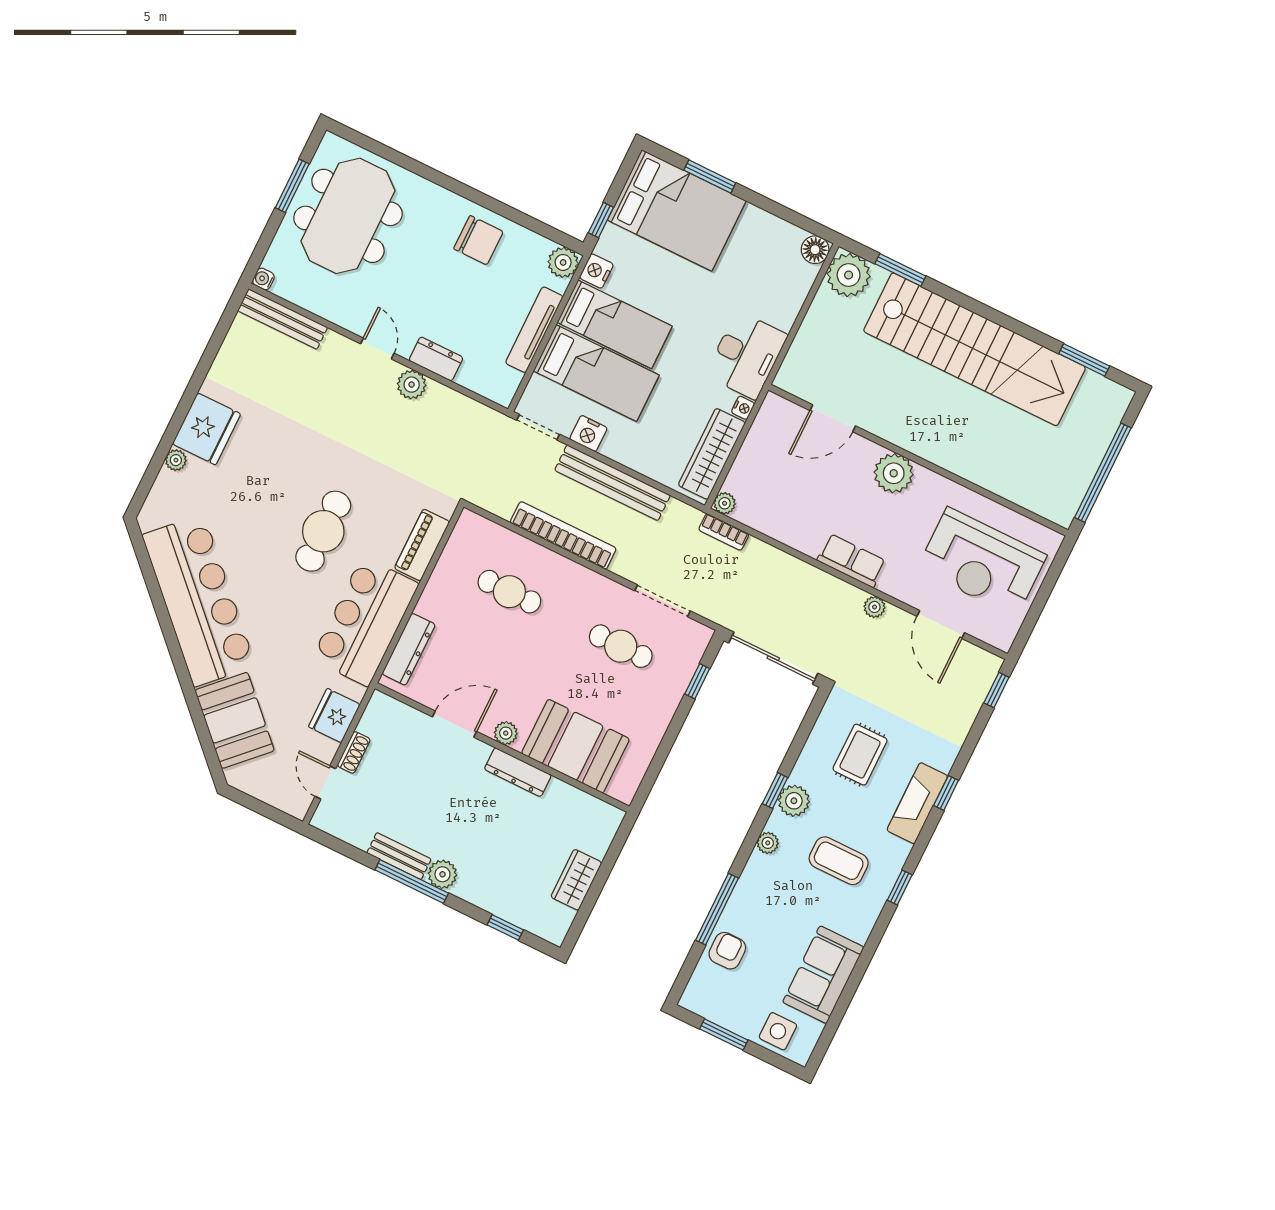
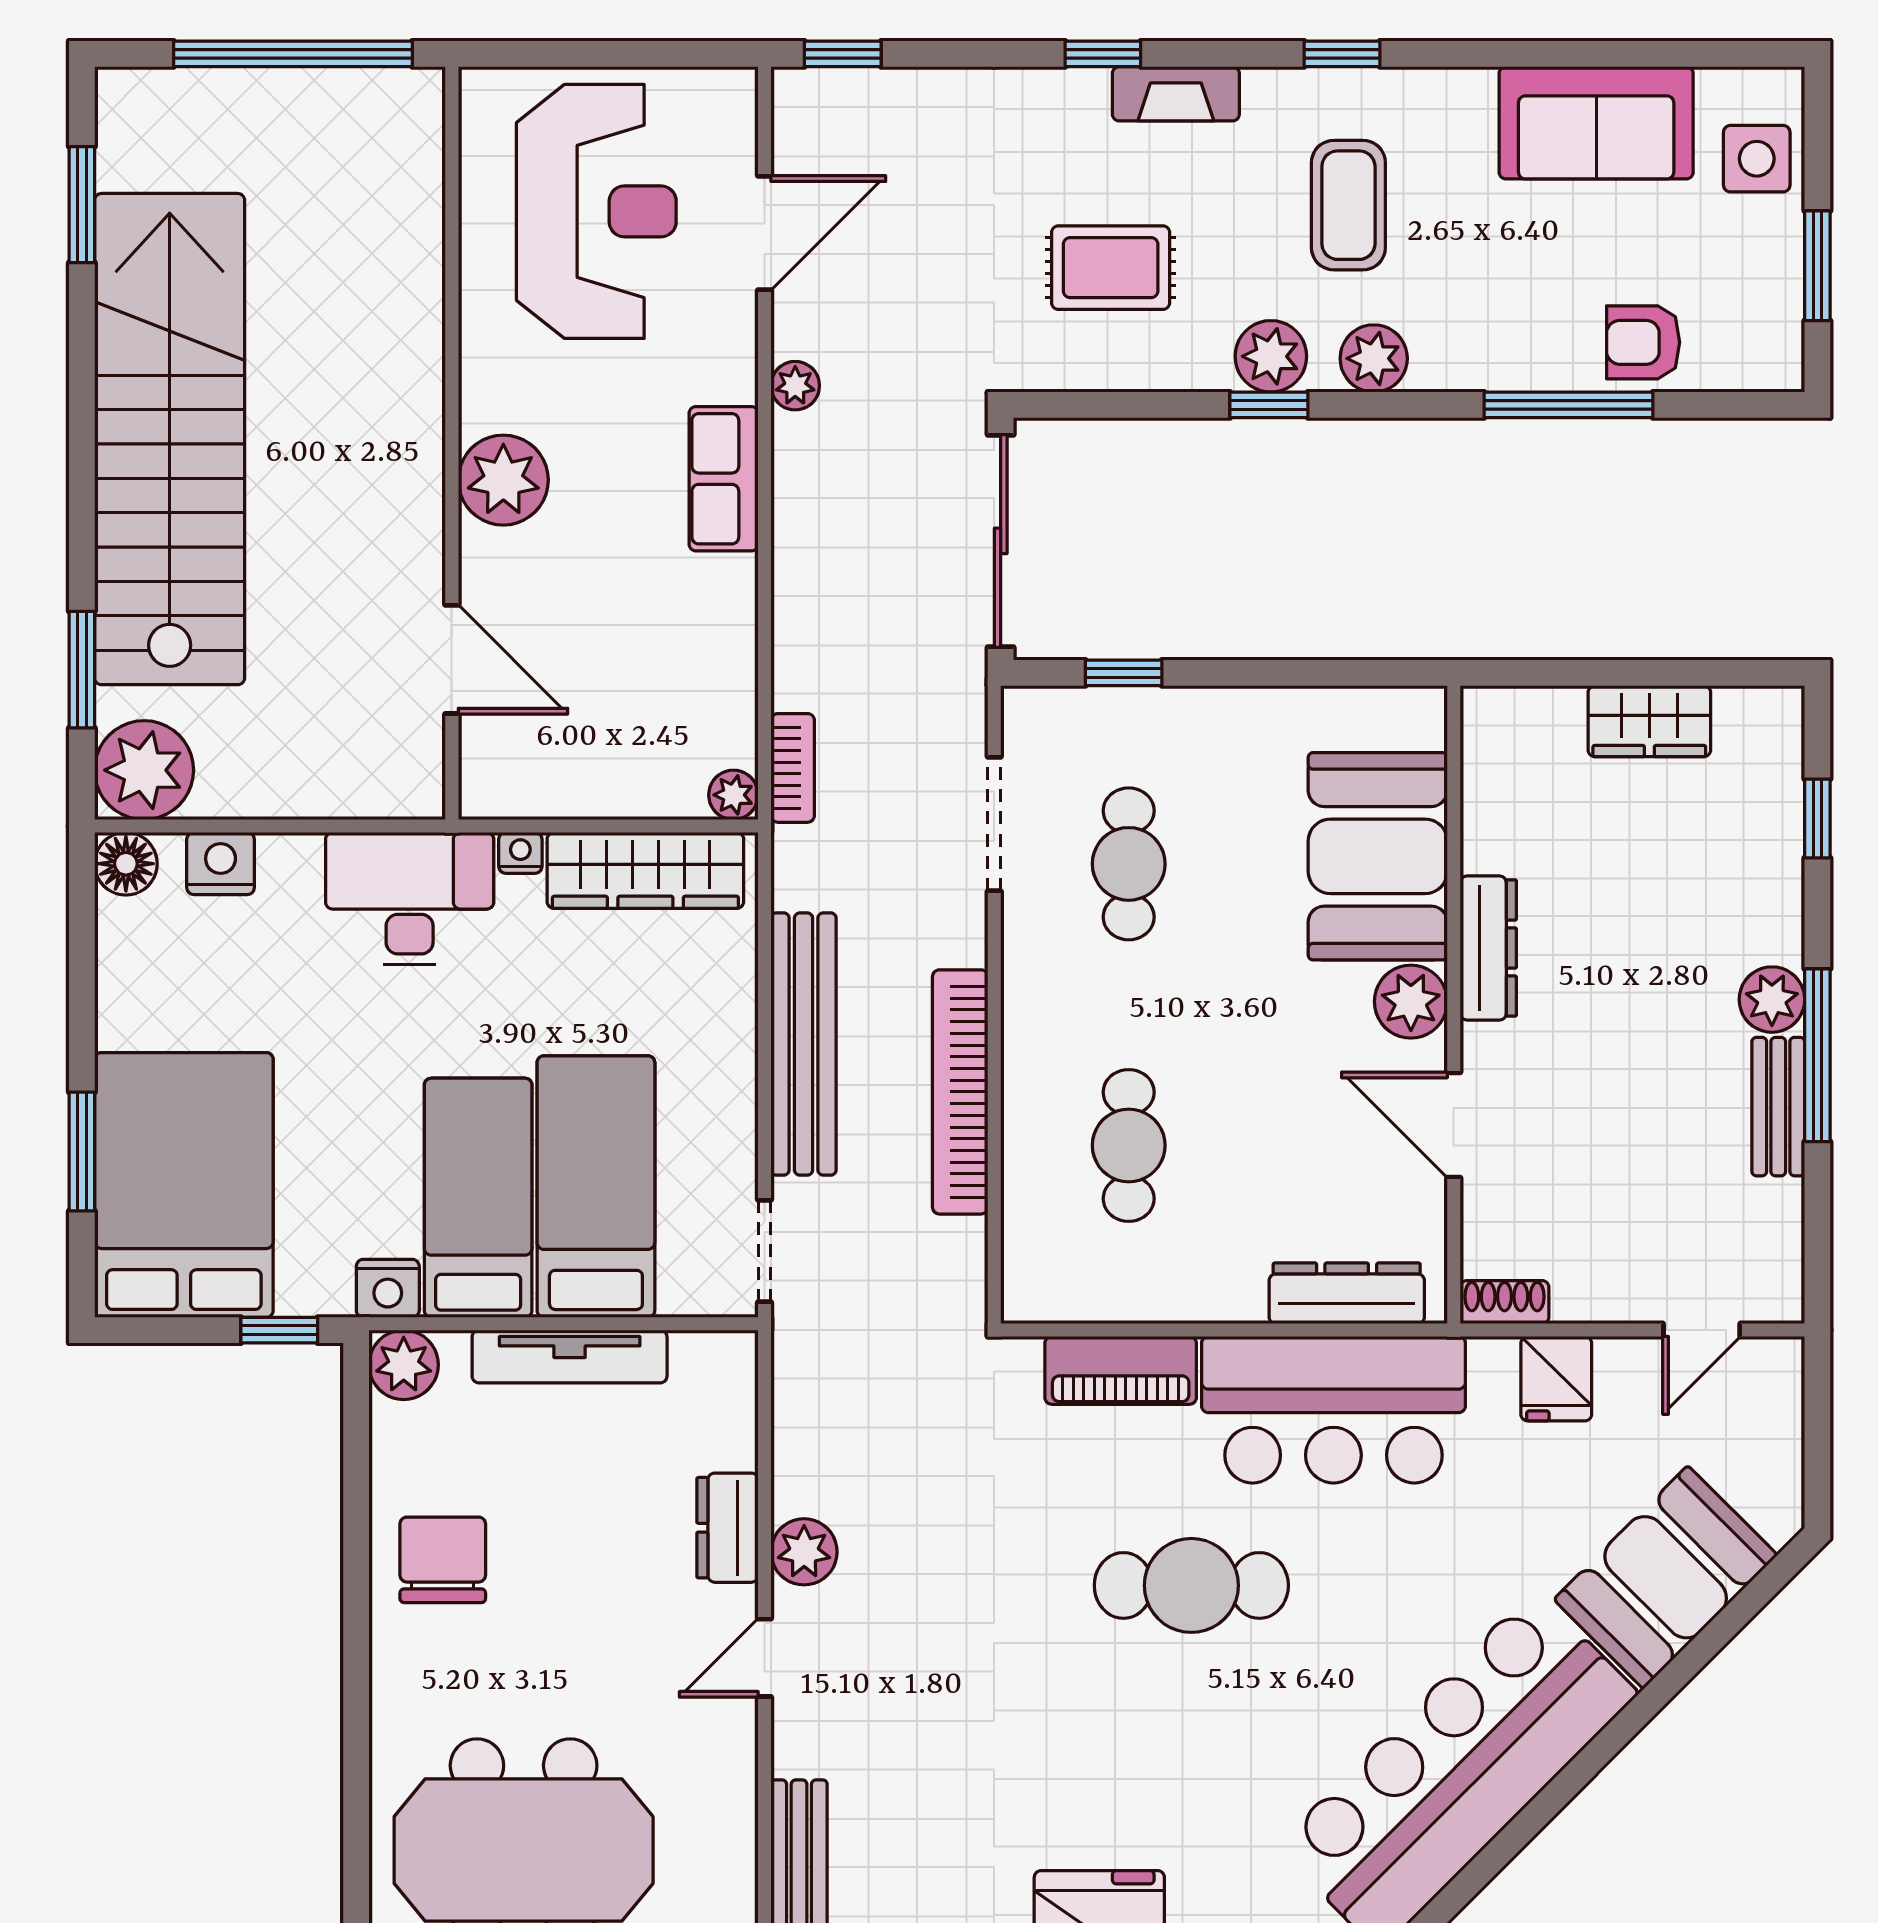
nightstand: (588, 433) -> (221, 863), moved, turned -90
fridge: (334, 716) -> (1556, 1379), width x0.72
plant: (506, 733) -> (1411, 1002), width x1.38, depth x1.38
shoe rack: (354, 752) -> (1505, 1302), moved
fireplace: (917, 803) -> (1176, 94), width x0.73, depth x0.76
plant: (768, 843) -> (1374, 358), width x1.38, depth x1.38

